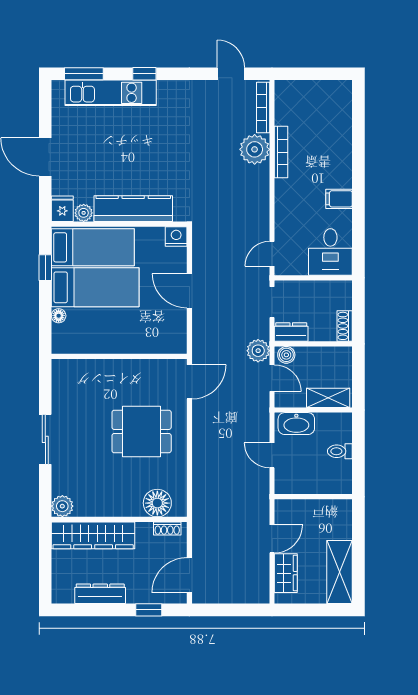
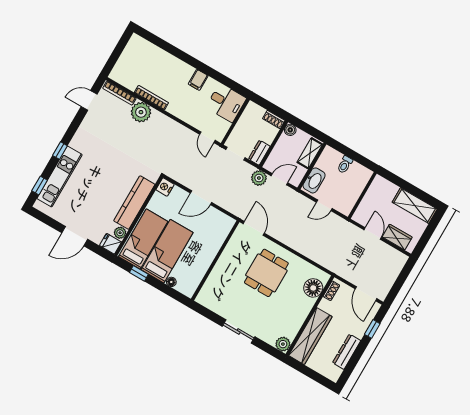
window: (84, 74) -> (40, 186), width x0.67
boiler: (286, 355) -> (290, 130), moved

